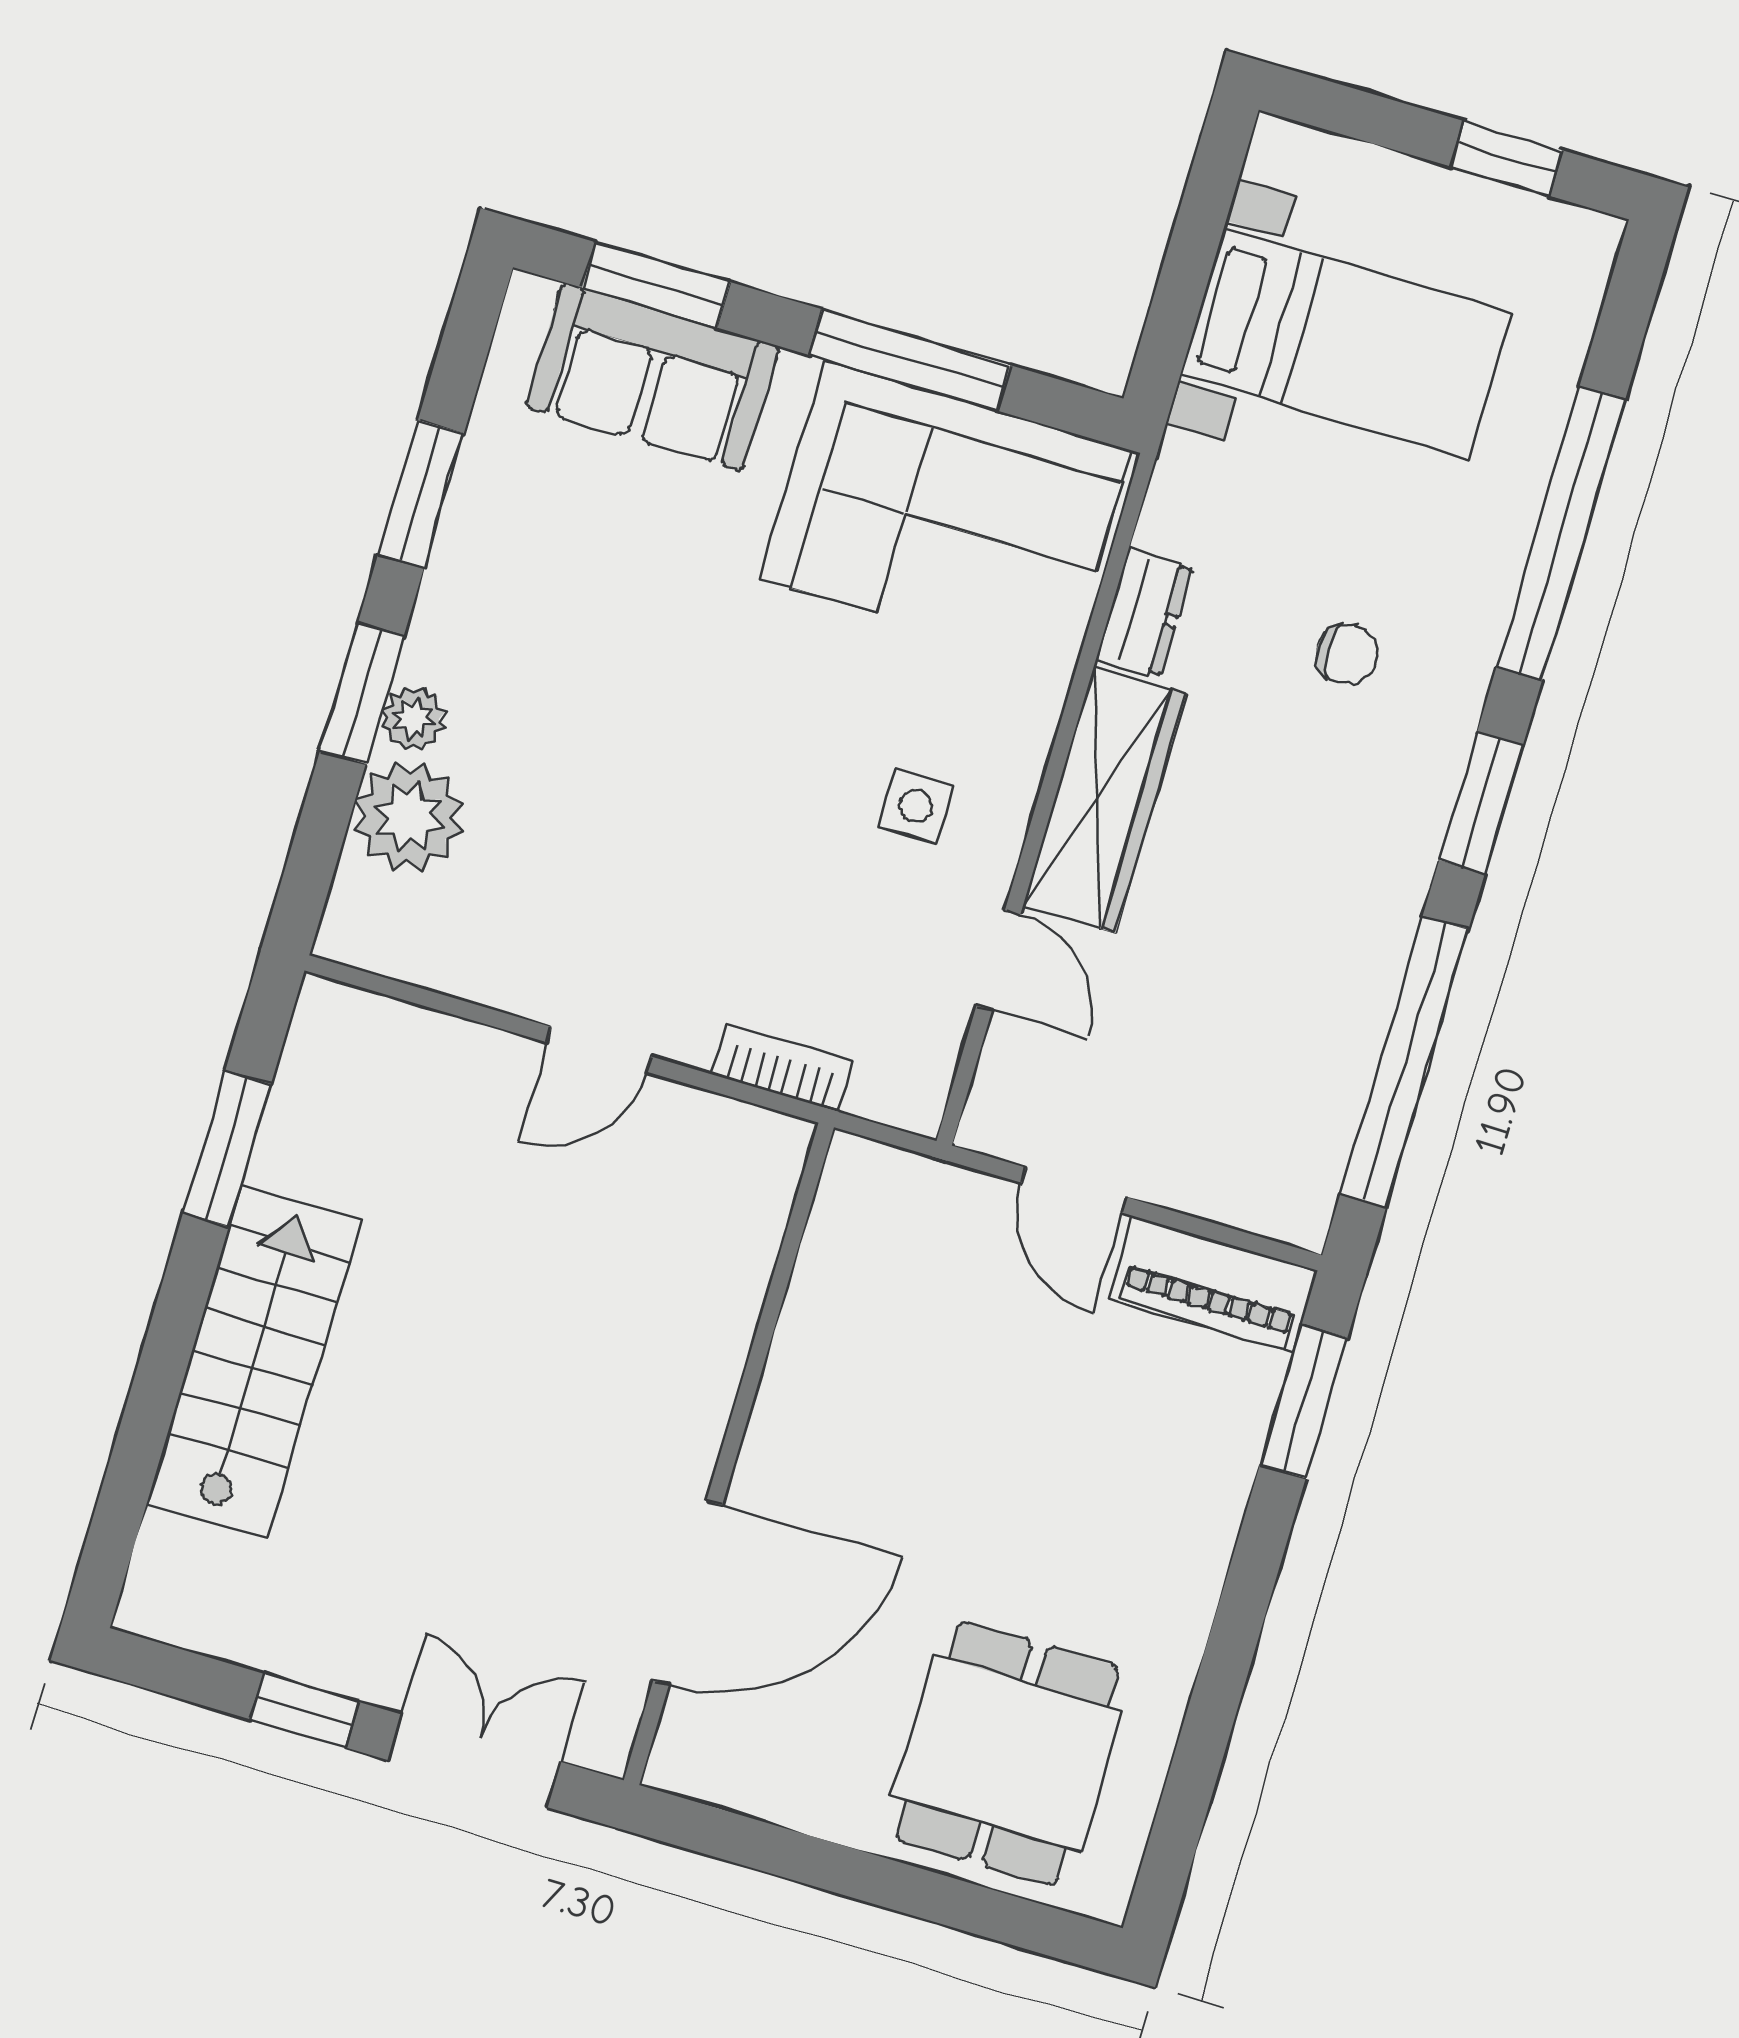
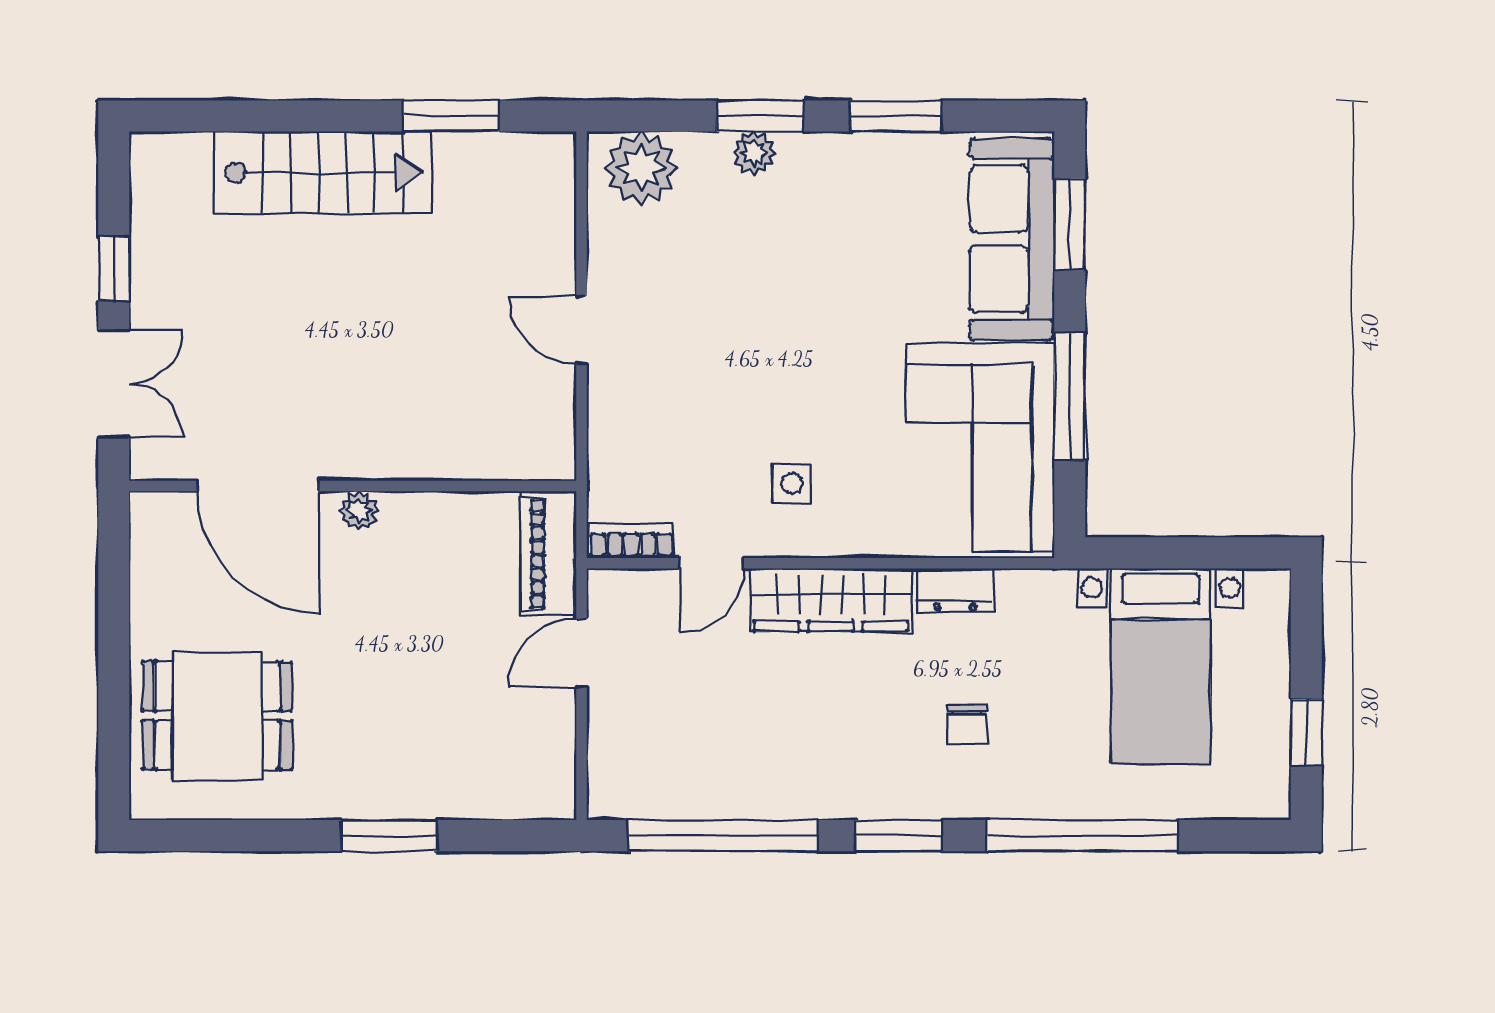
sofa: (653, 377) -> (1012, 239), width x1.36
plant: (409, 817) -> (641, 168), moved
bookcase: (782, 1068) -> (631, 541), moved, turned -90
piano: (1214, 1284) -> (548, 554), moved
window: (1304, 1401) -> (389, 836), moved
plant: (768, 1456) -> (359, 511), added

